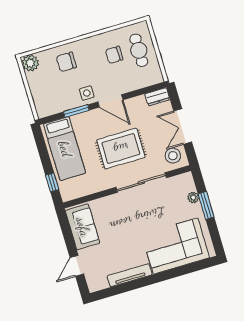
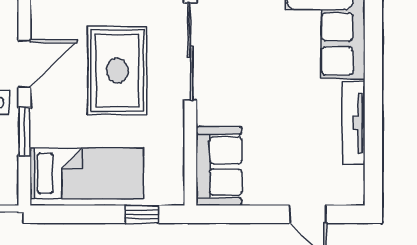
sofa: (83, 227) -> (219, 166), moved, turned 90

